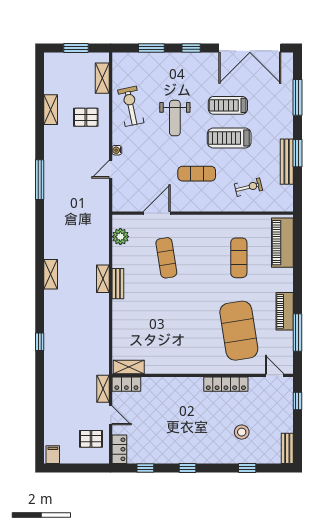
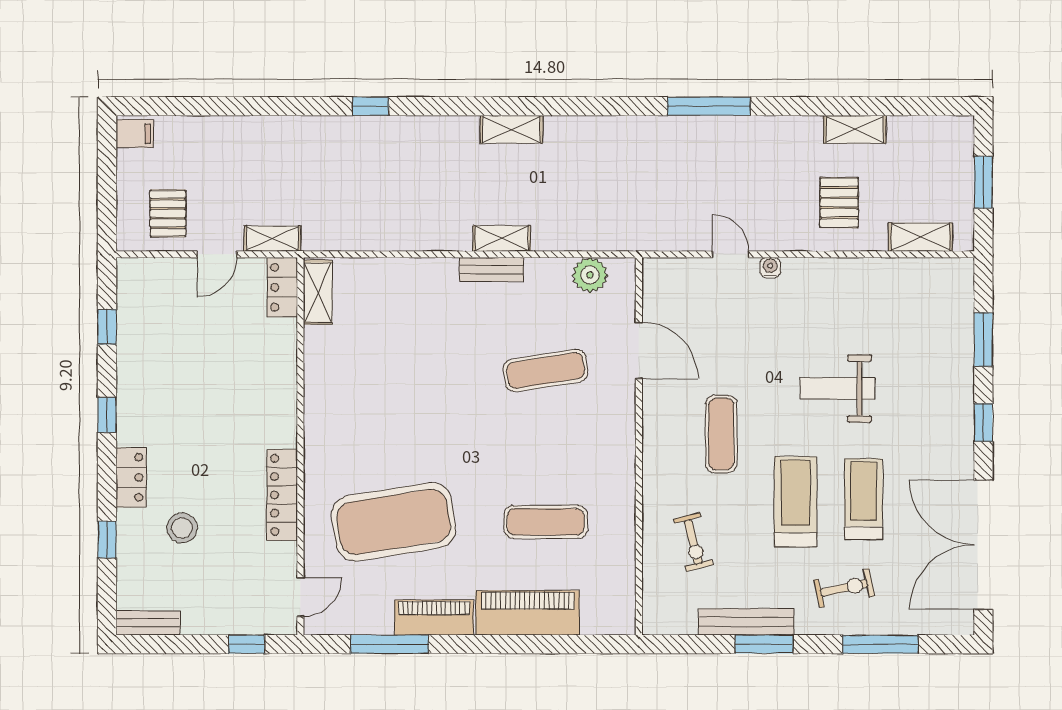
exercise bike: (131, 106) -> (844, 588), moved, width x0.73, depth x0.72
piano: (282, 243) -> (527, 613), moved
locker: (119, 449) -> (131, 477), moved, turned -90

